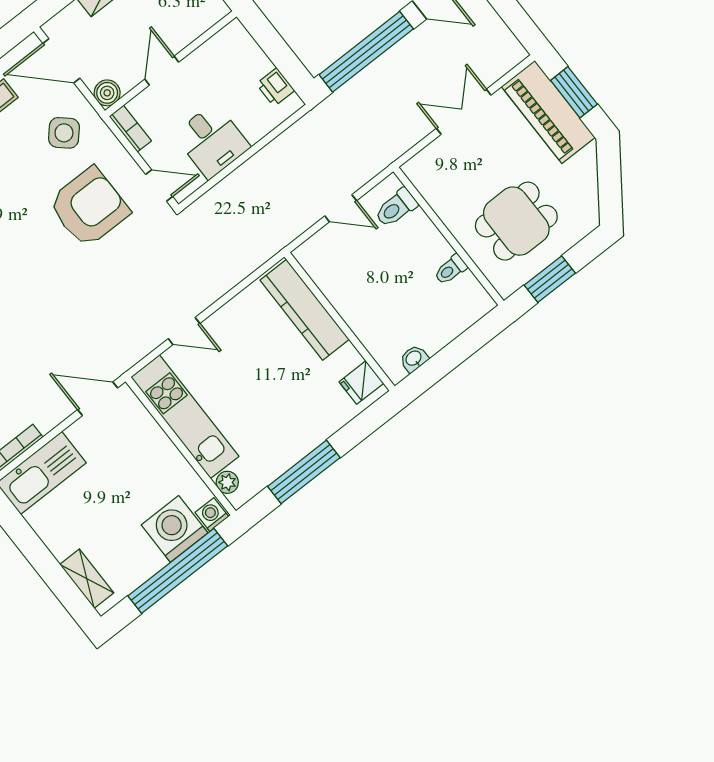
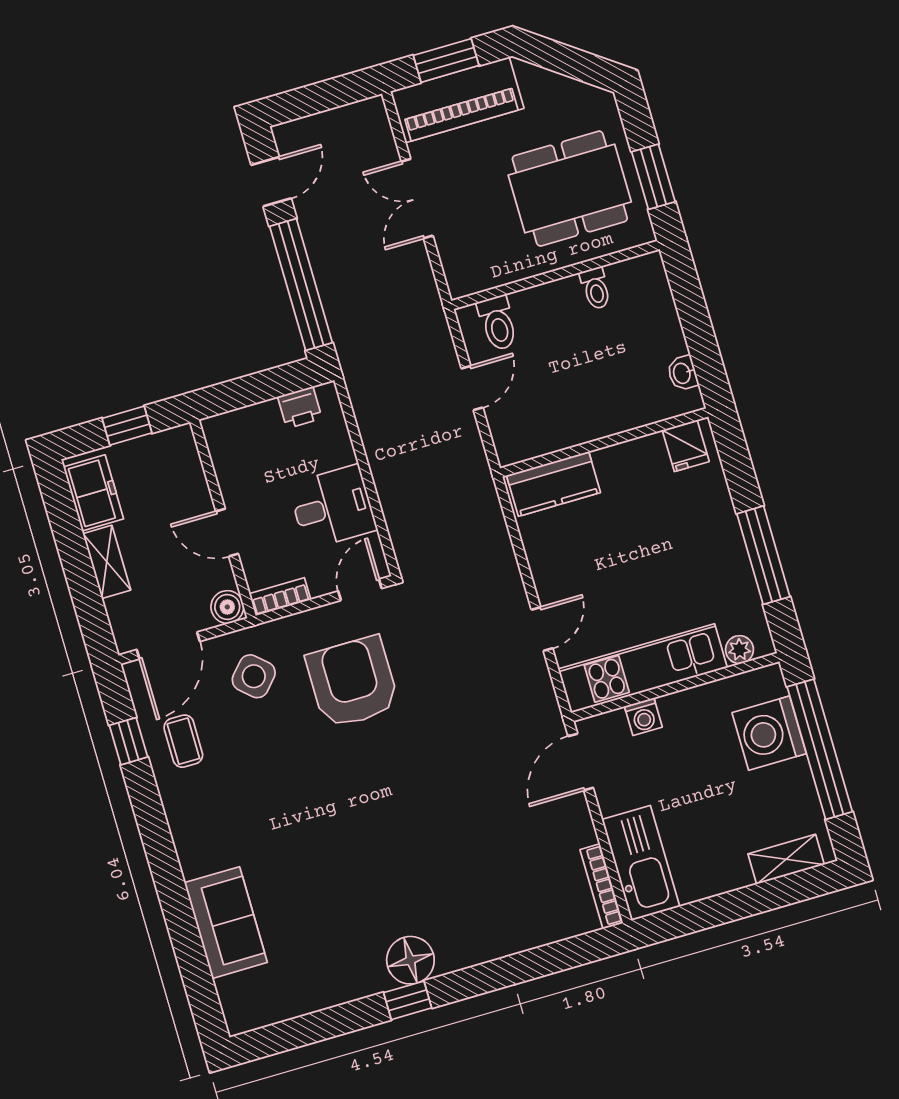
dining table: (516, 221) -> (570, 189), width x1.37
kitchen counter: (305, 310) -> (553, 484), width x0.67
washing machine: (212, 515) -> (643, 717), moved, turned -90

